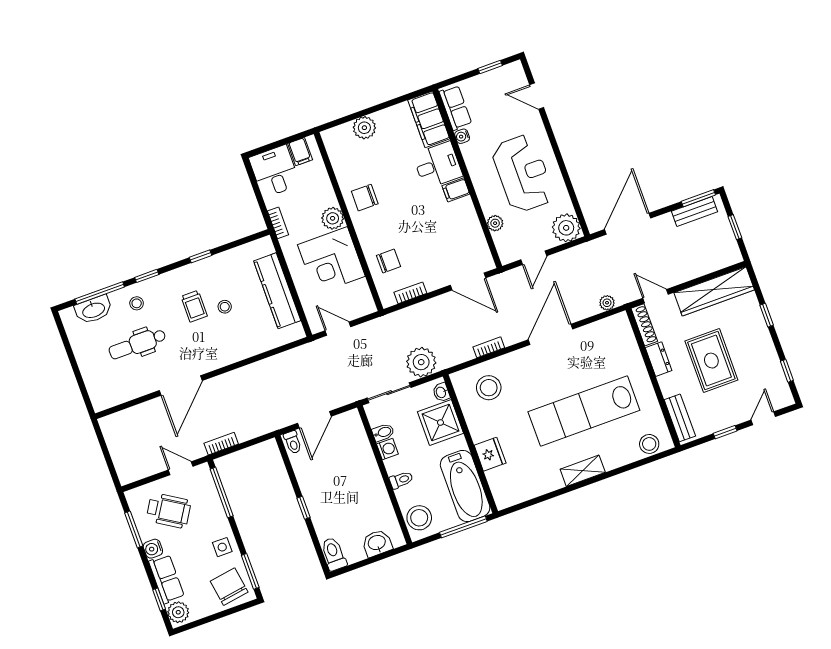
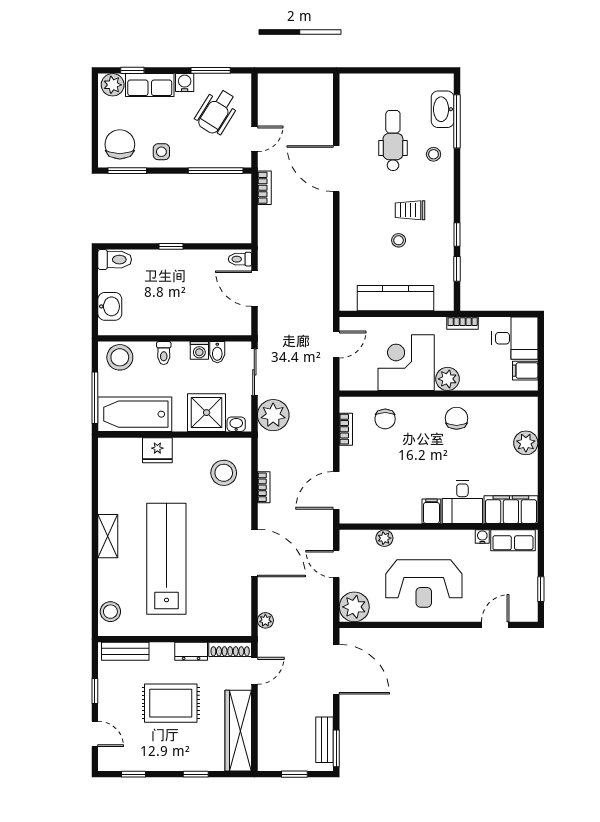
window: (147, 276) -> (457, 269), moved
chair: (229, 587) -> (120, 144), turned -81

